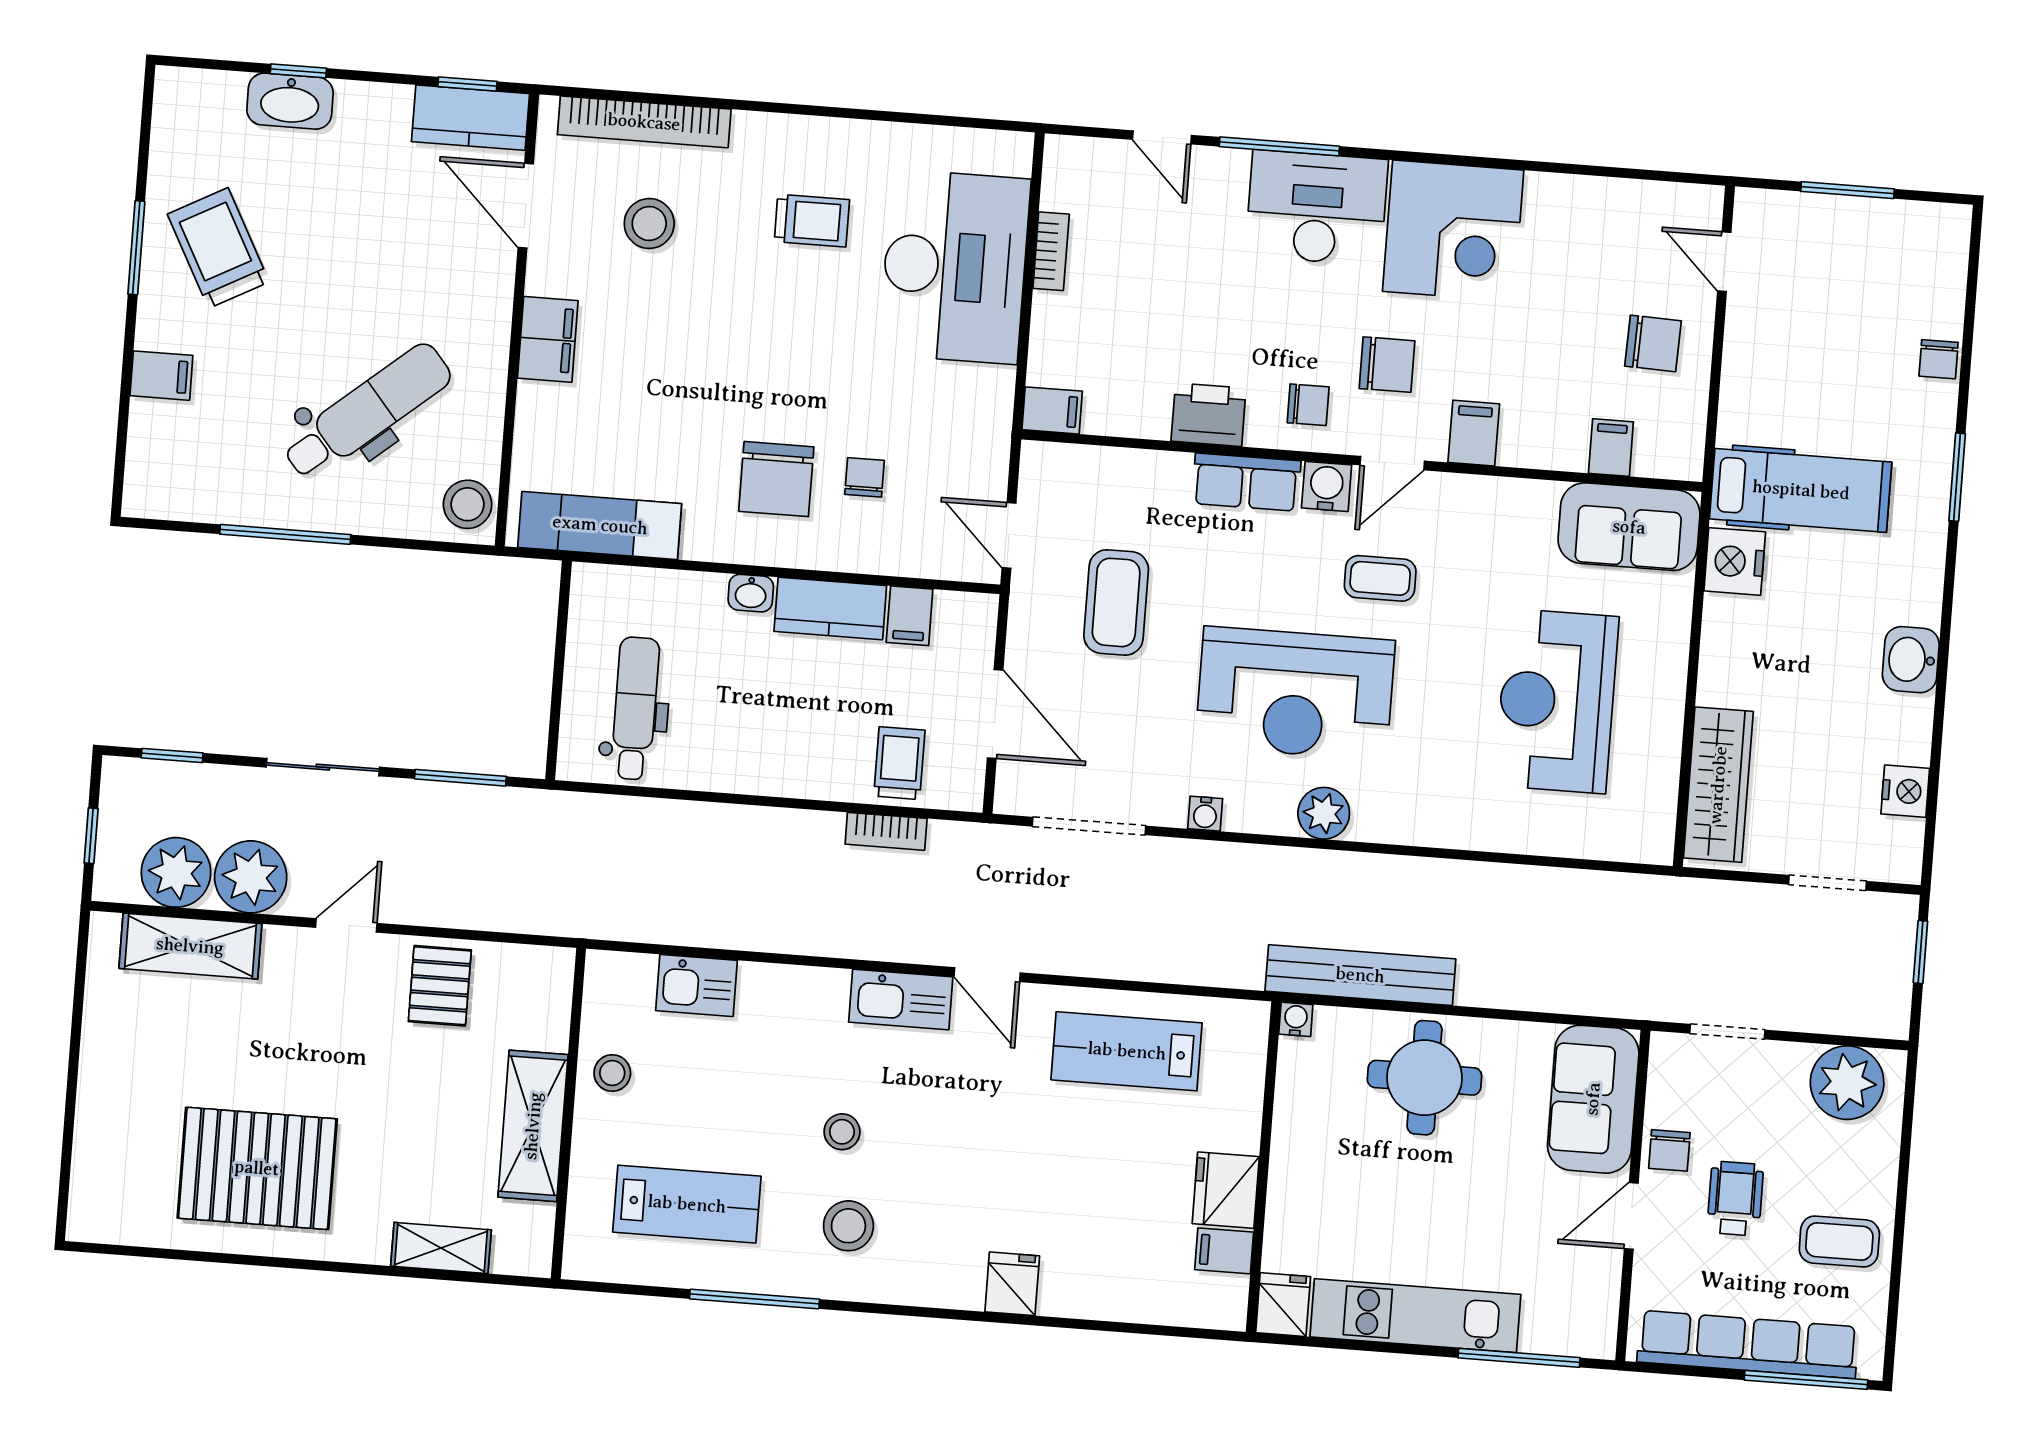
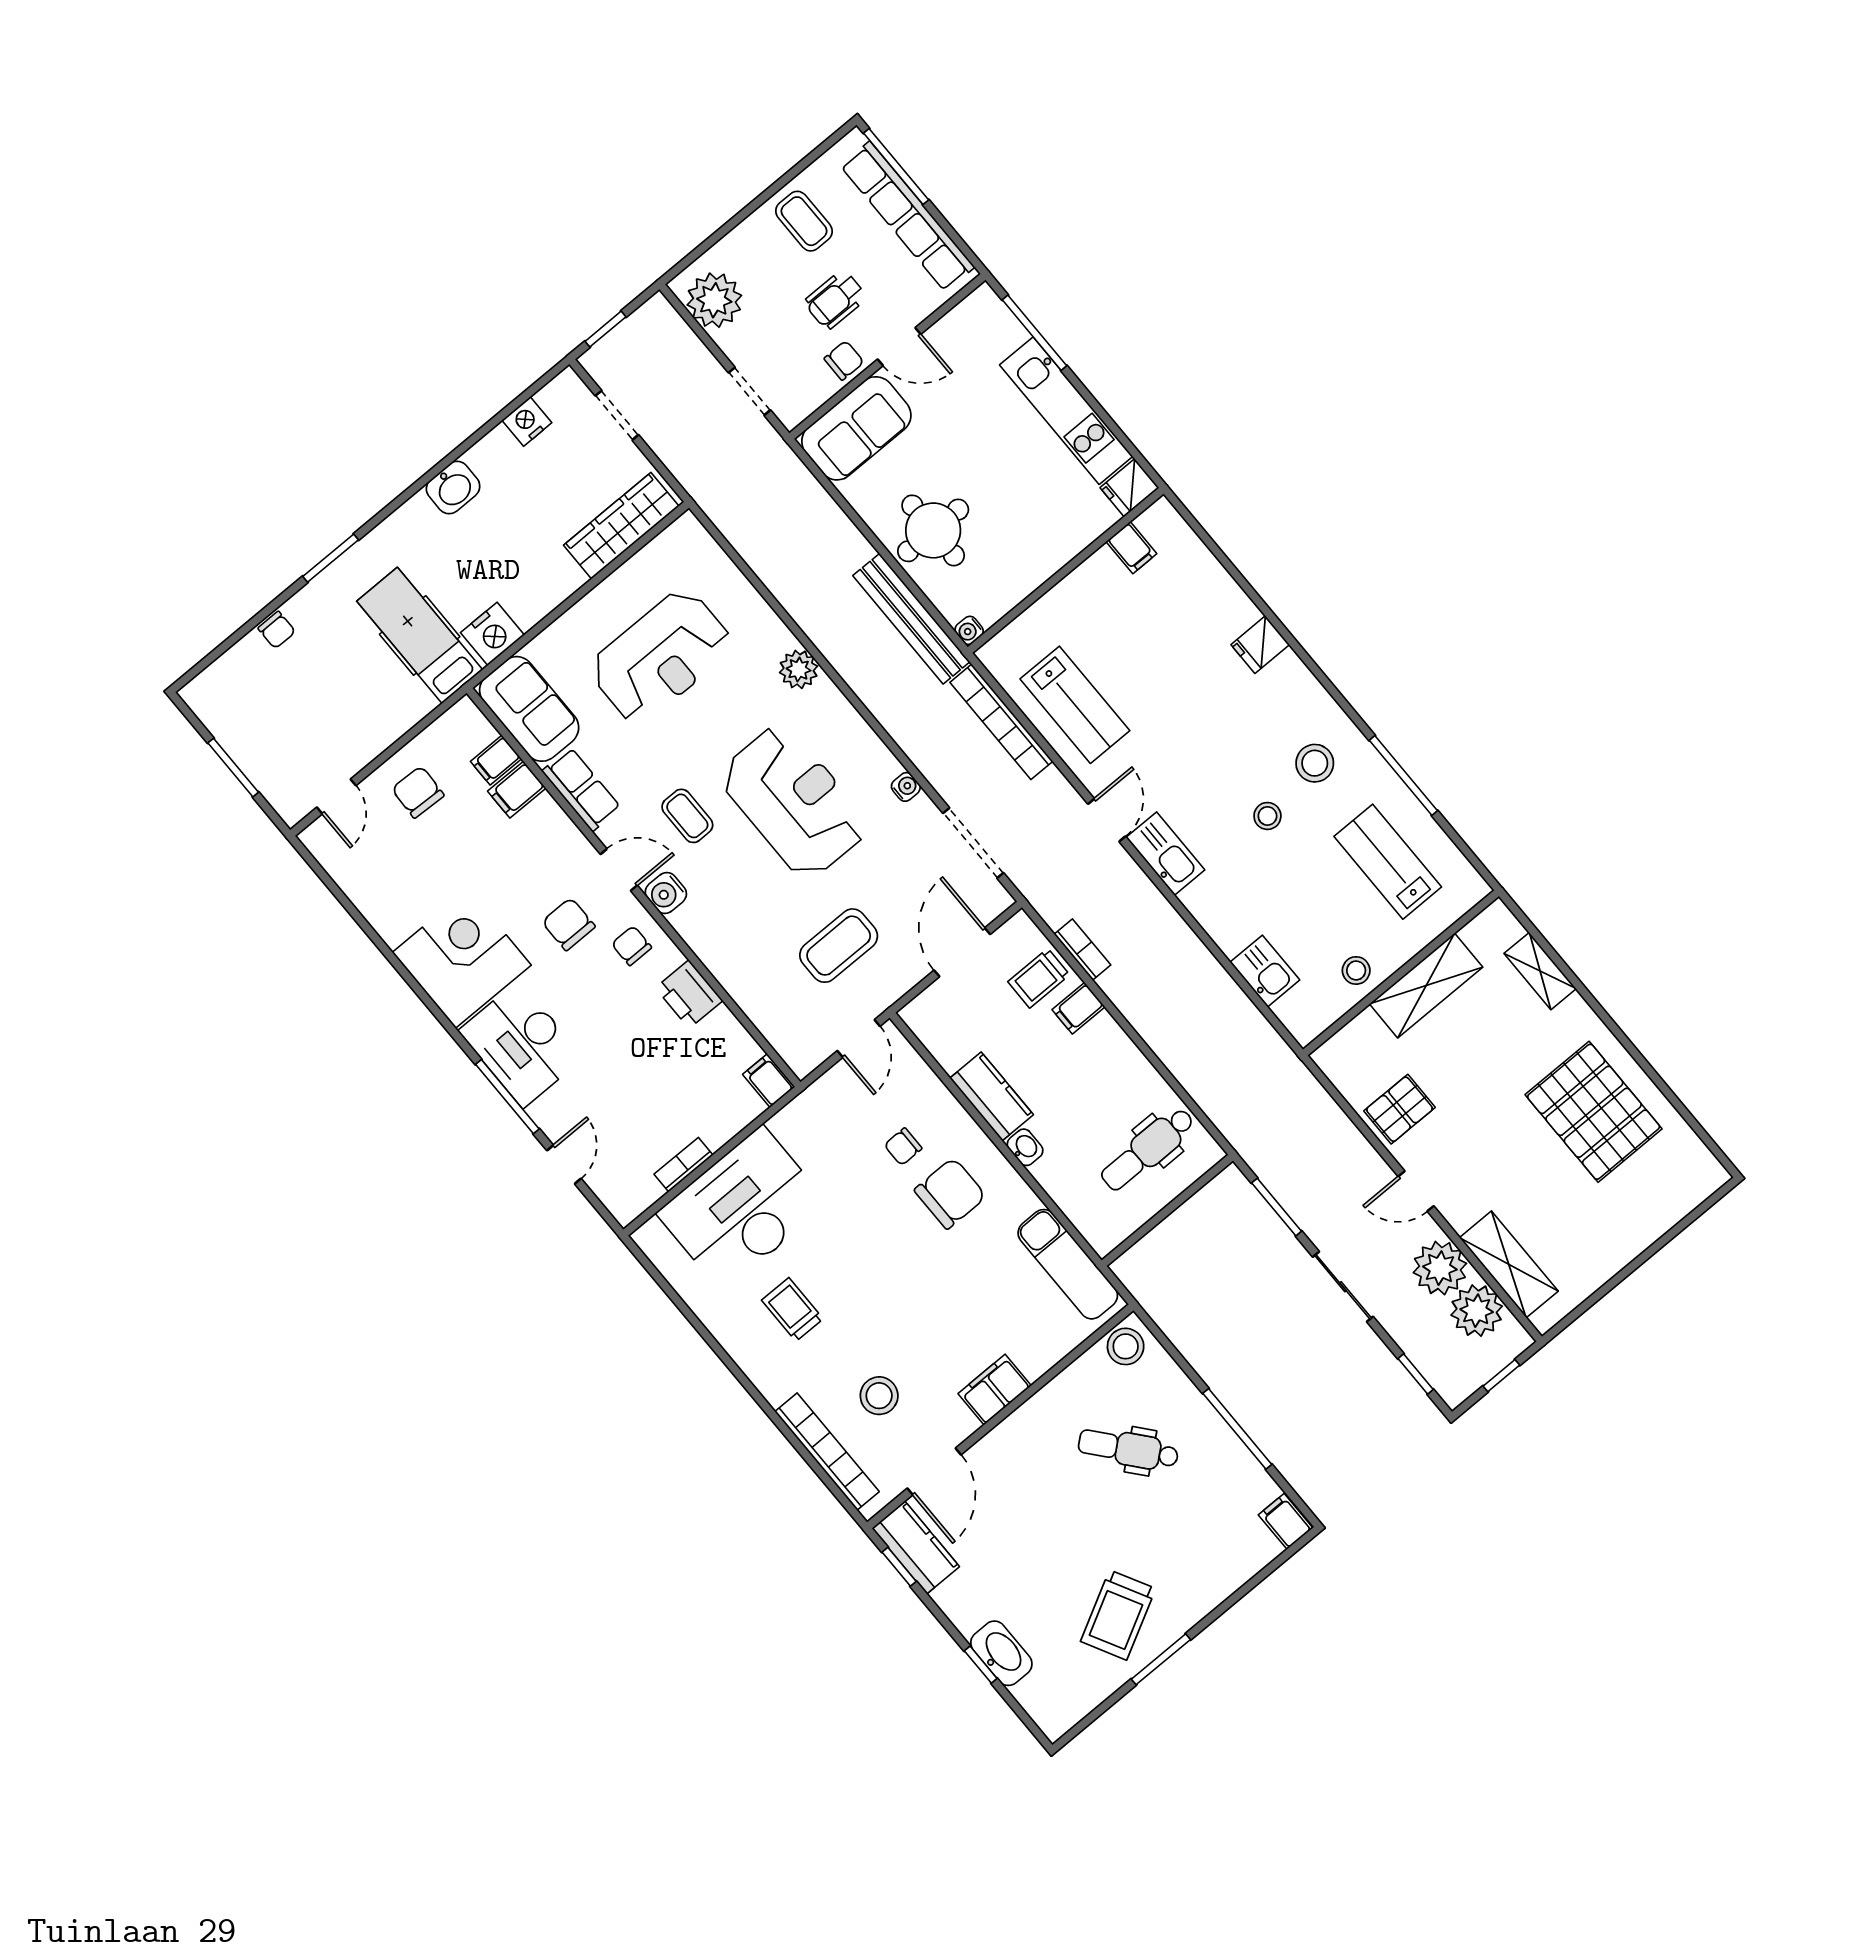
chair: (1939, 359) -> (277, 630), turned 90
filing cabinet: (161, 376) -> (1286, 1521), moved
dental chair: (367, 412) -> (1128, 1449), width x0.73, depth x0.72
filing cabinet: (1474, 433) -> (517, 790), moved
row of seats: (1246, 482) -> (581, 789), moved
filing cabinet: (910, 616) -> (1078, 1008), moved, turned 180
plant: (1324, 813) -> (799, 669), moved
bookcase: (1179, 965) -> (1001, 722), added
fridge: (1226, 1190) -> (1098, 579), removed

